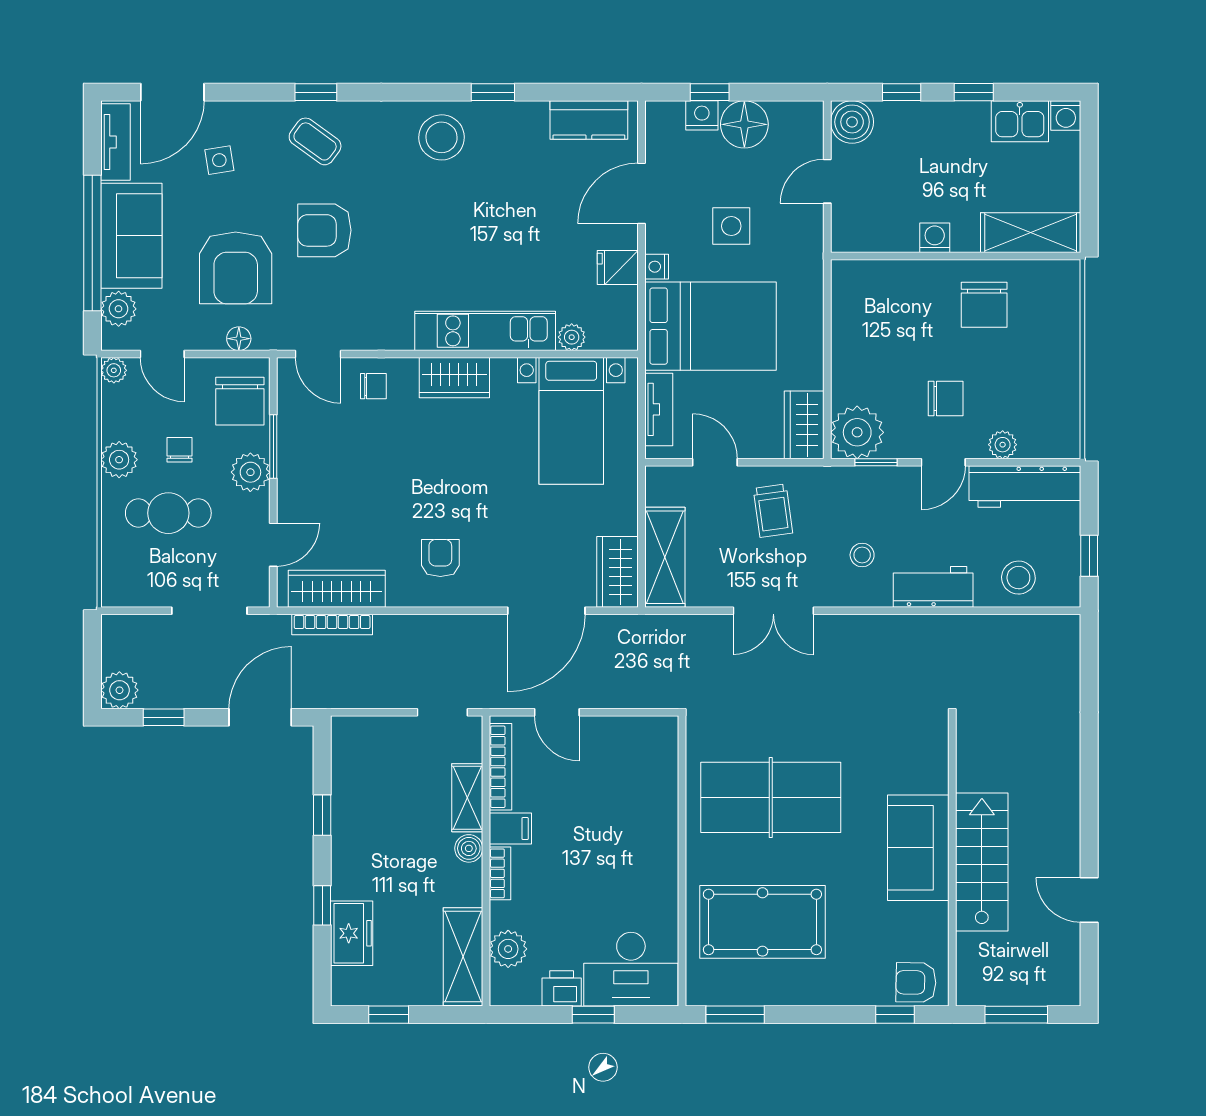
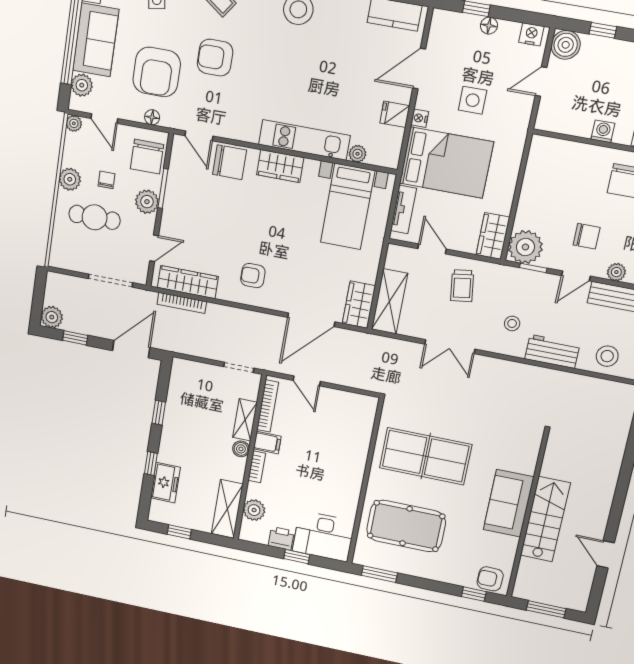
nightstand: (702, 115) -> (531, 34), moved
floor lamp: (744, 124) -> (489, 26), width x0.53, depth x0.53
chair: (373, 386) -> (230, 162), width x1.87, depth x1.87
armchair: (440, 558) -> (253, 276), turned -90

